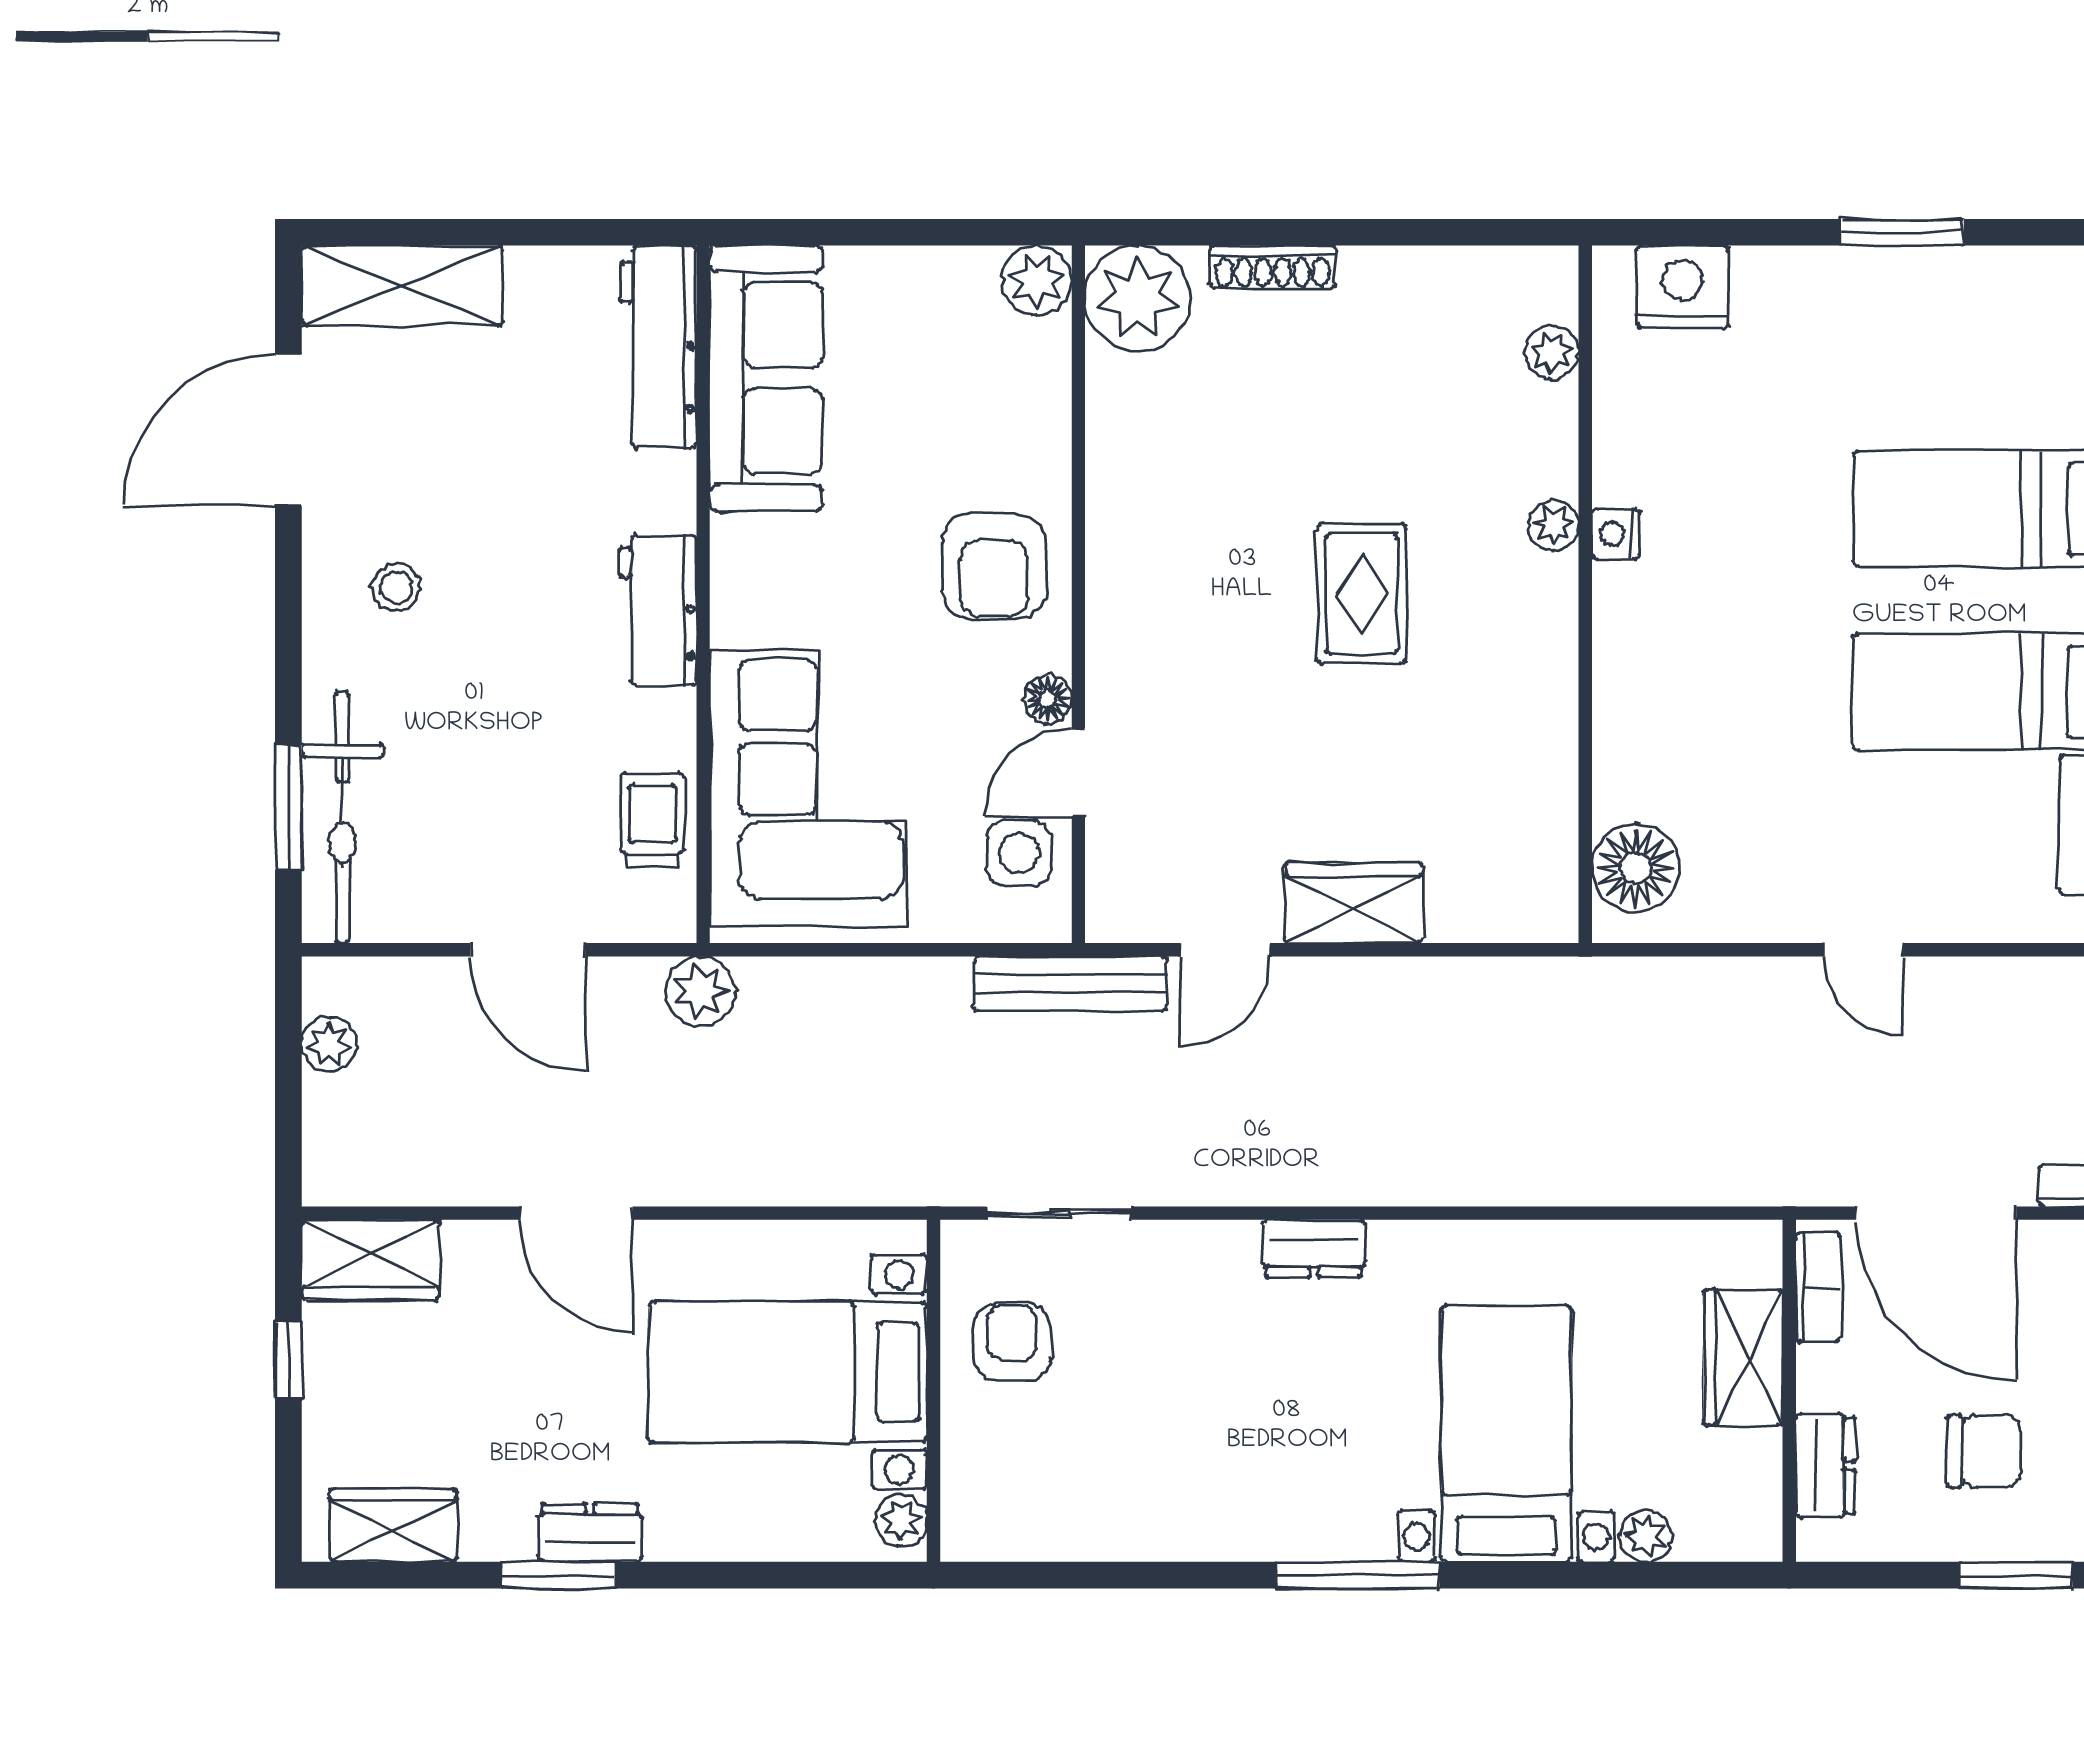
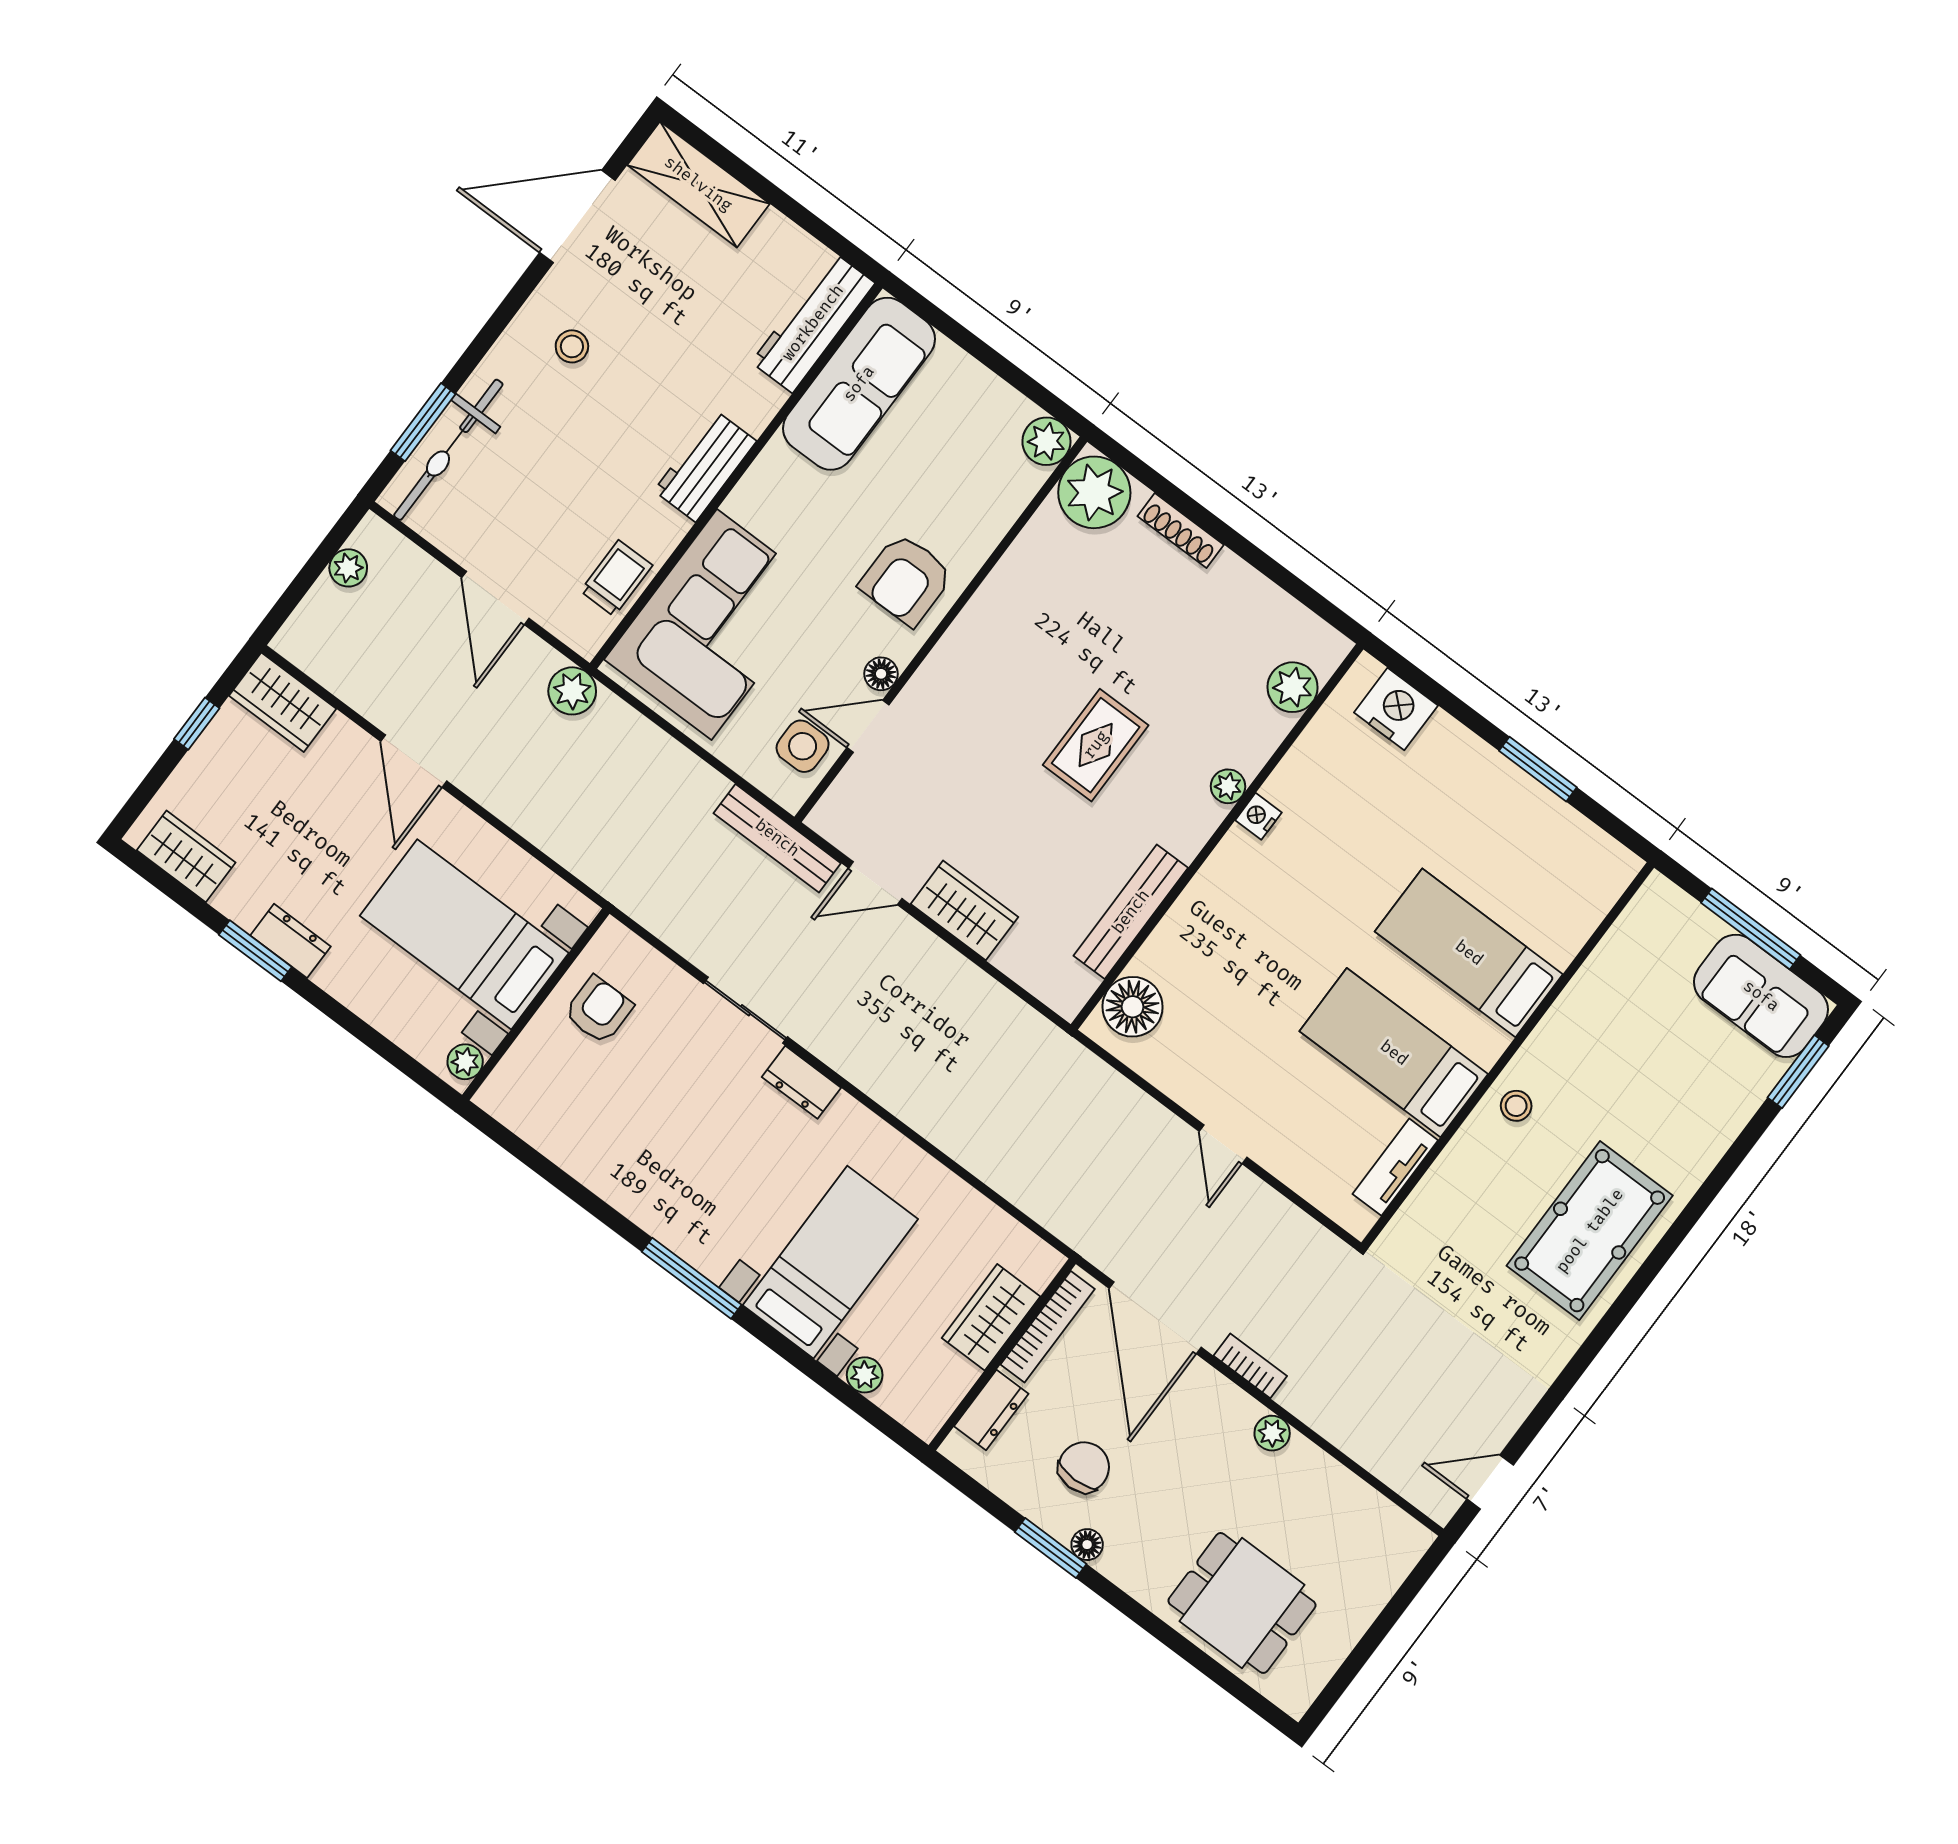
plant: (1552, 352) -> (1292, 687), width x1.38, depth x1.38
bench: (1550, 758) -> (1131, 912), added
sliding door: (1059, 1213) -> (745, 1010), moved
bookcase: (1818, 1287) -> (1048, 1327), width x1.56
chair: (1984, 1451) -> (1084, 1467), turned -90
floor lamp: (2056, 1539) -> (1087, 1545), added

